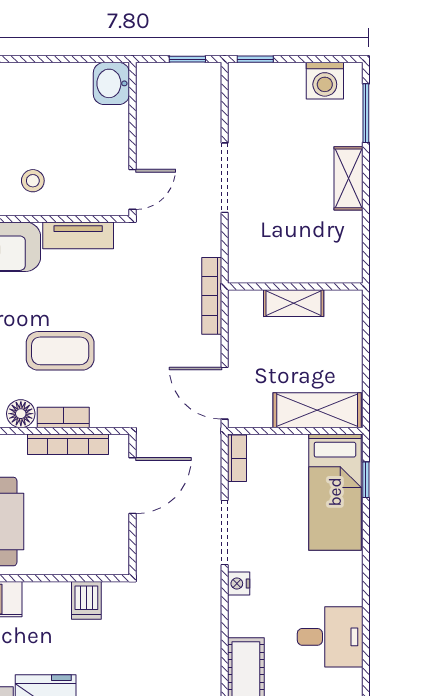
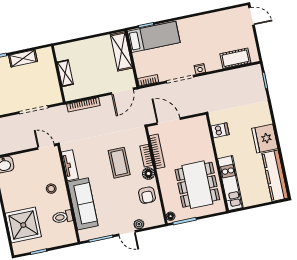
wall: (295, 286) -> (58, 74), moved
shelving: (294, 303) -> (65, 73), moved
desk: (330, 637) -> (214, 26), removed

